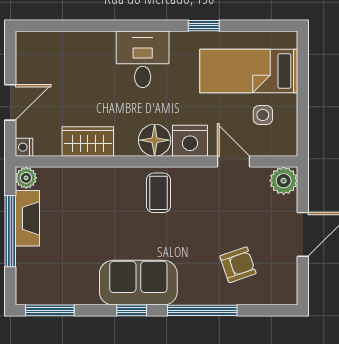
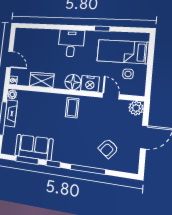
door: (10, 102) -> (10, 60), hinge flipped
armchair: (238, 265) -> (108, 148), turned 148
sofa: (138, 283) -> (34, 147), moved
window: (50, 310) -> (27, 160), moved

